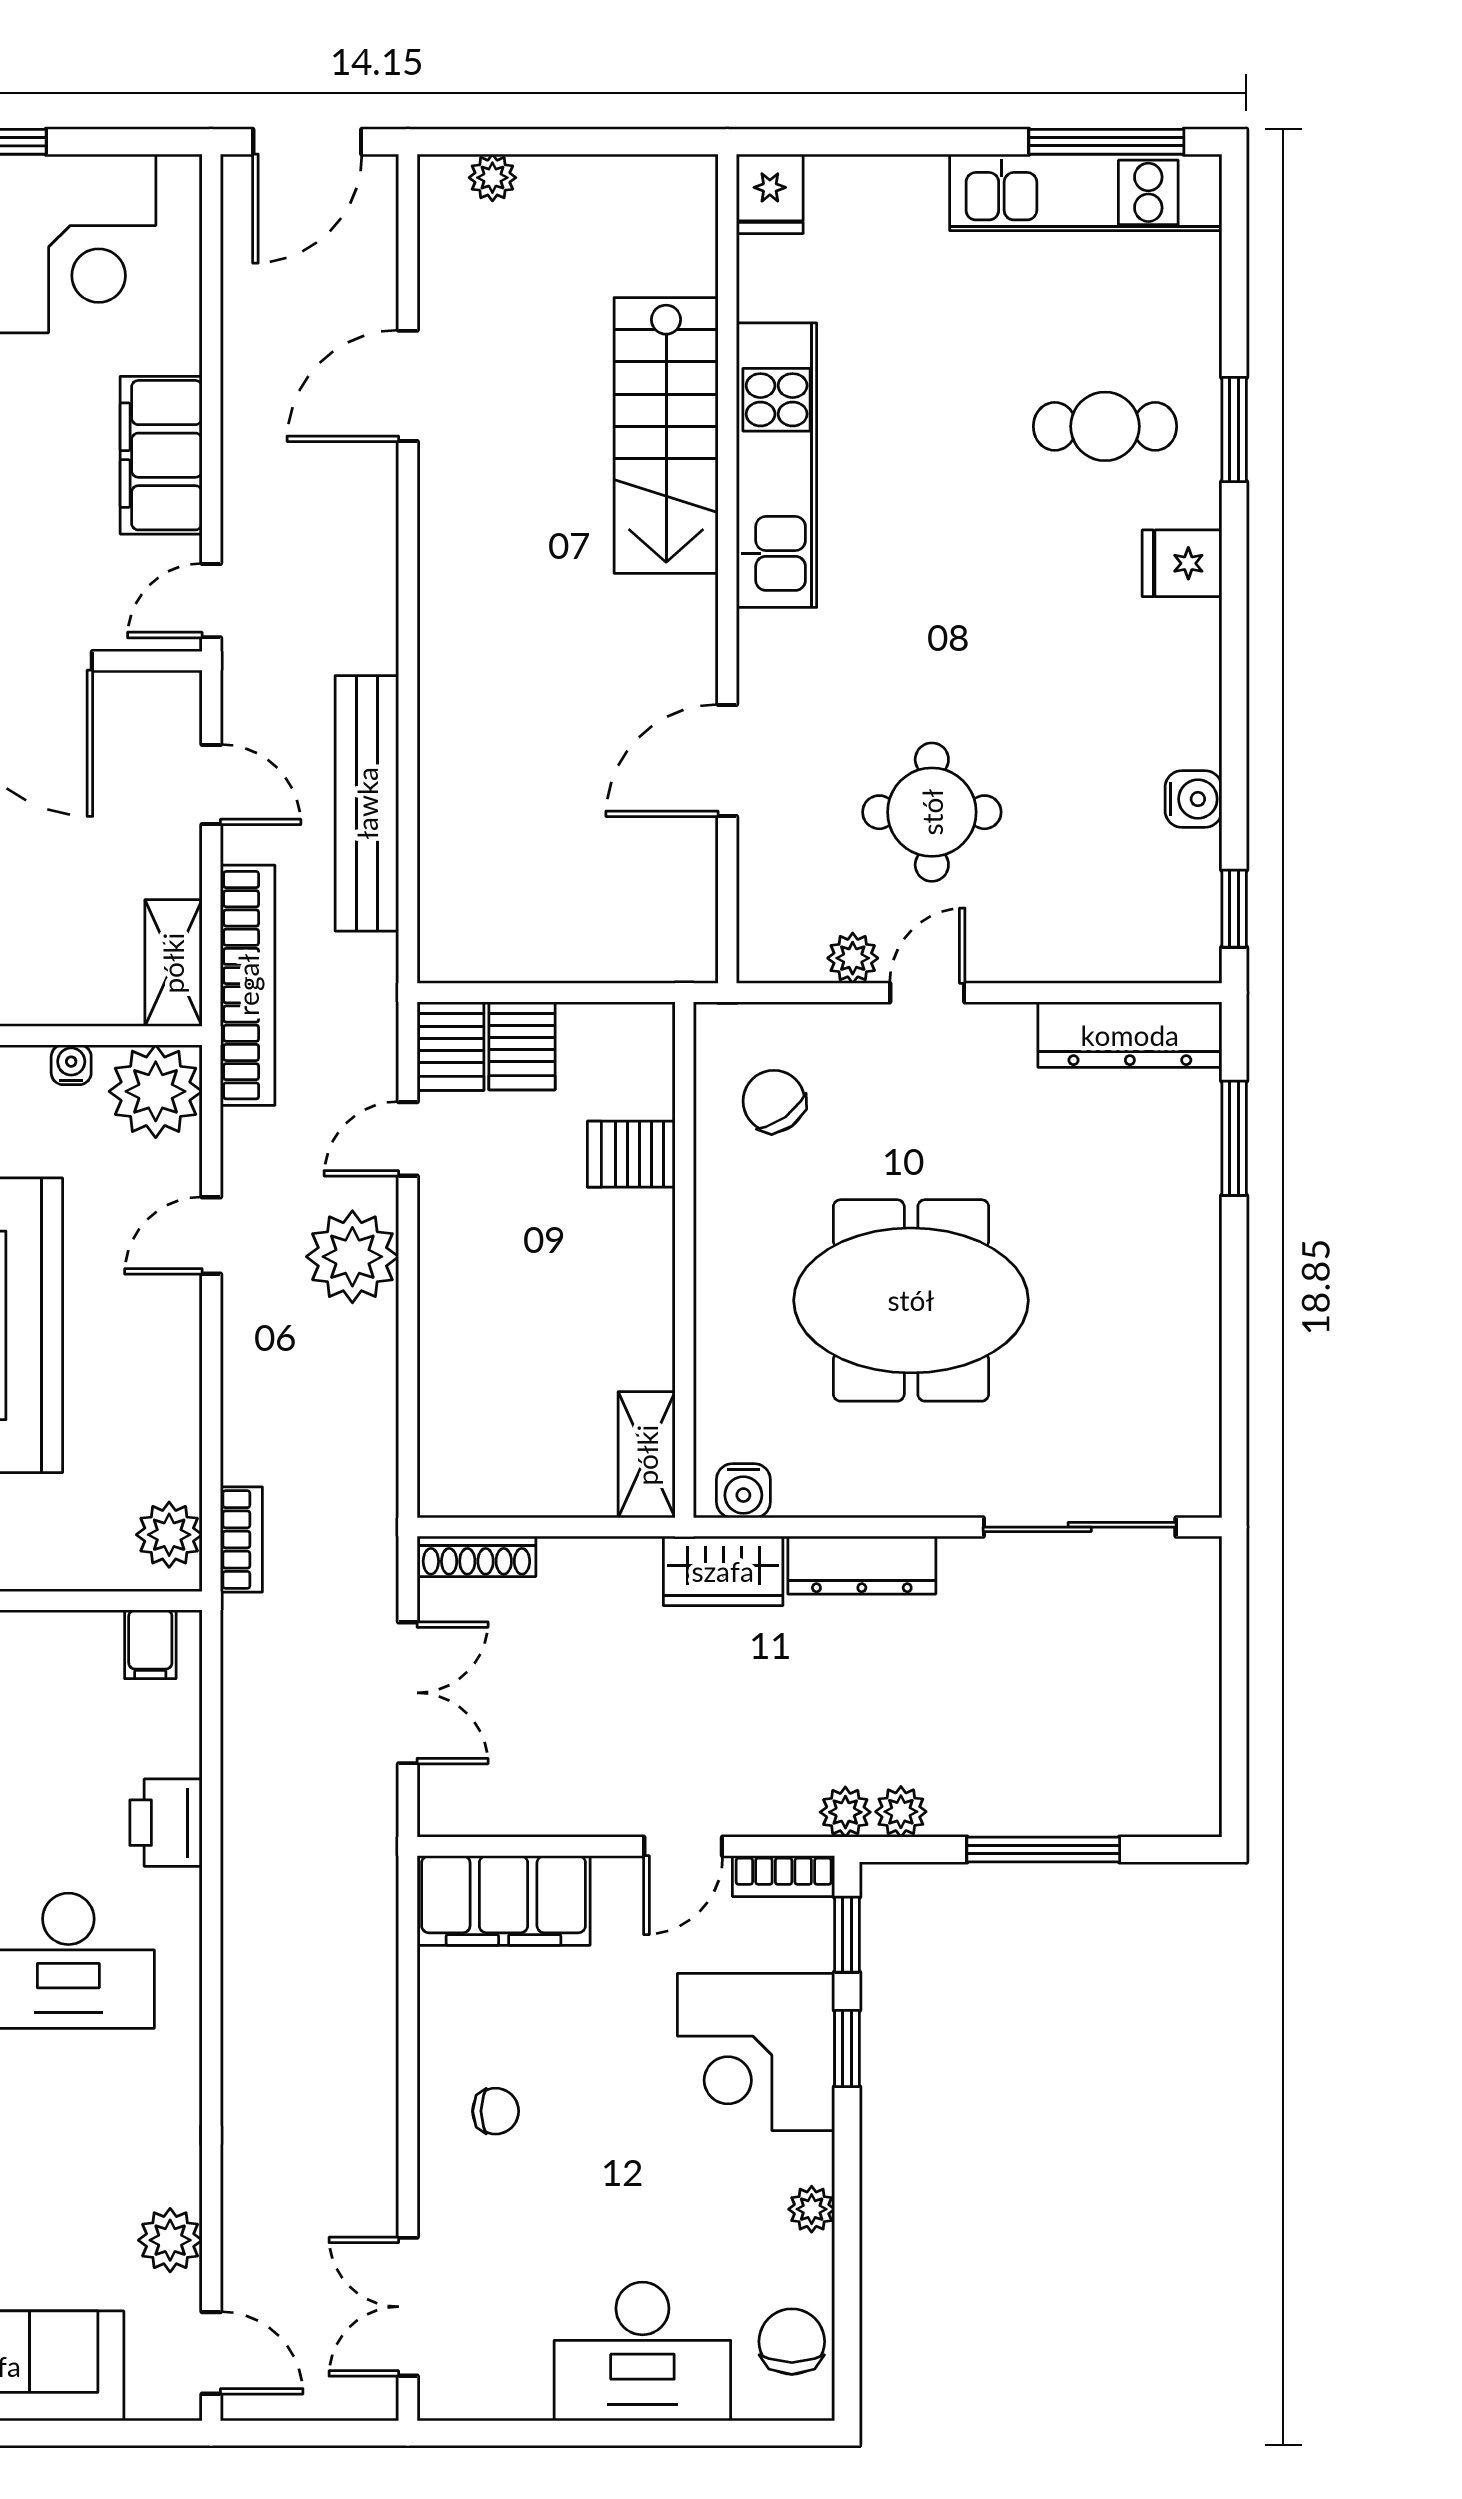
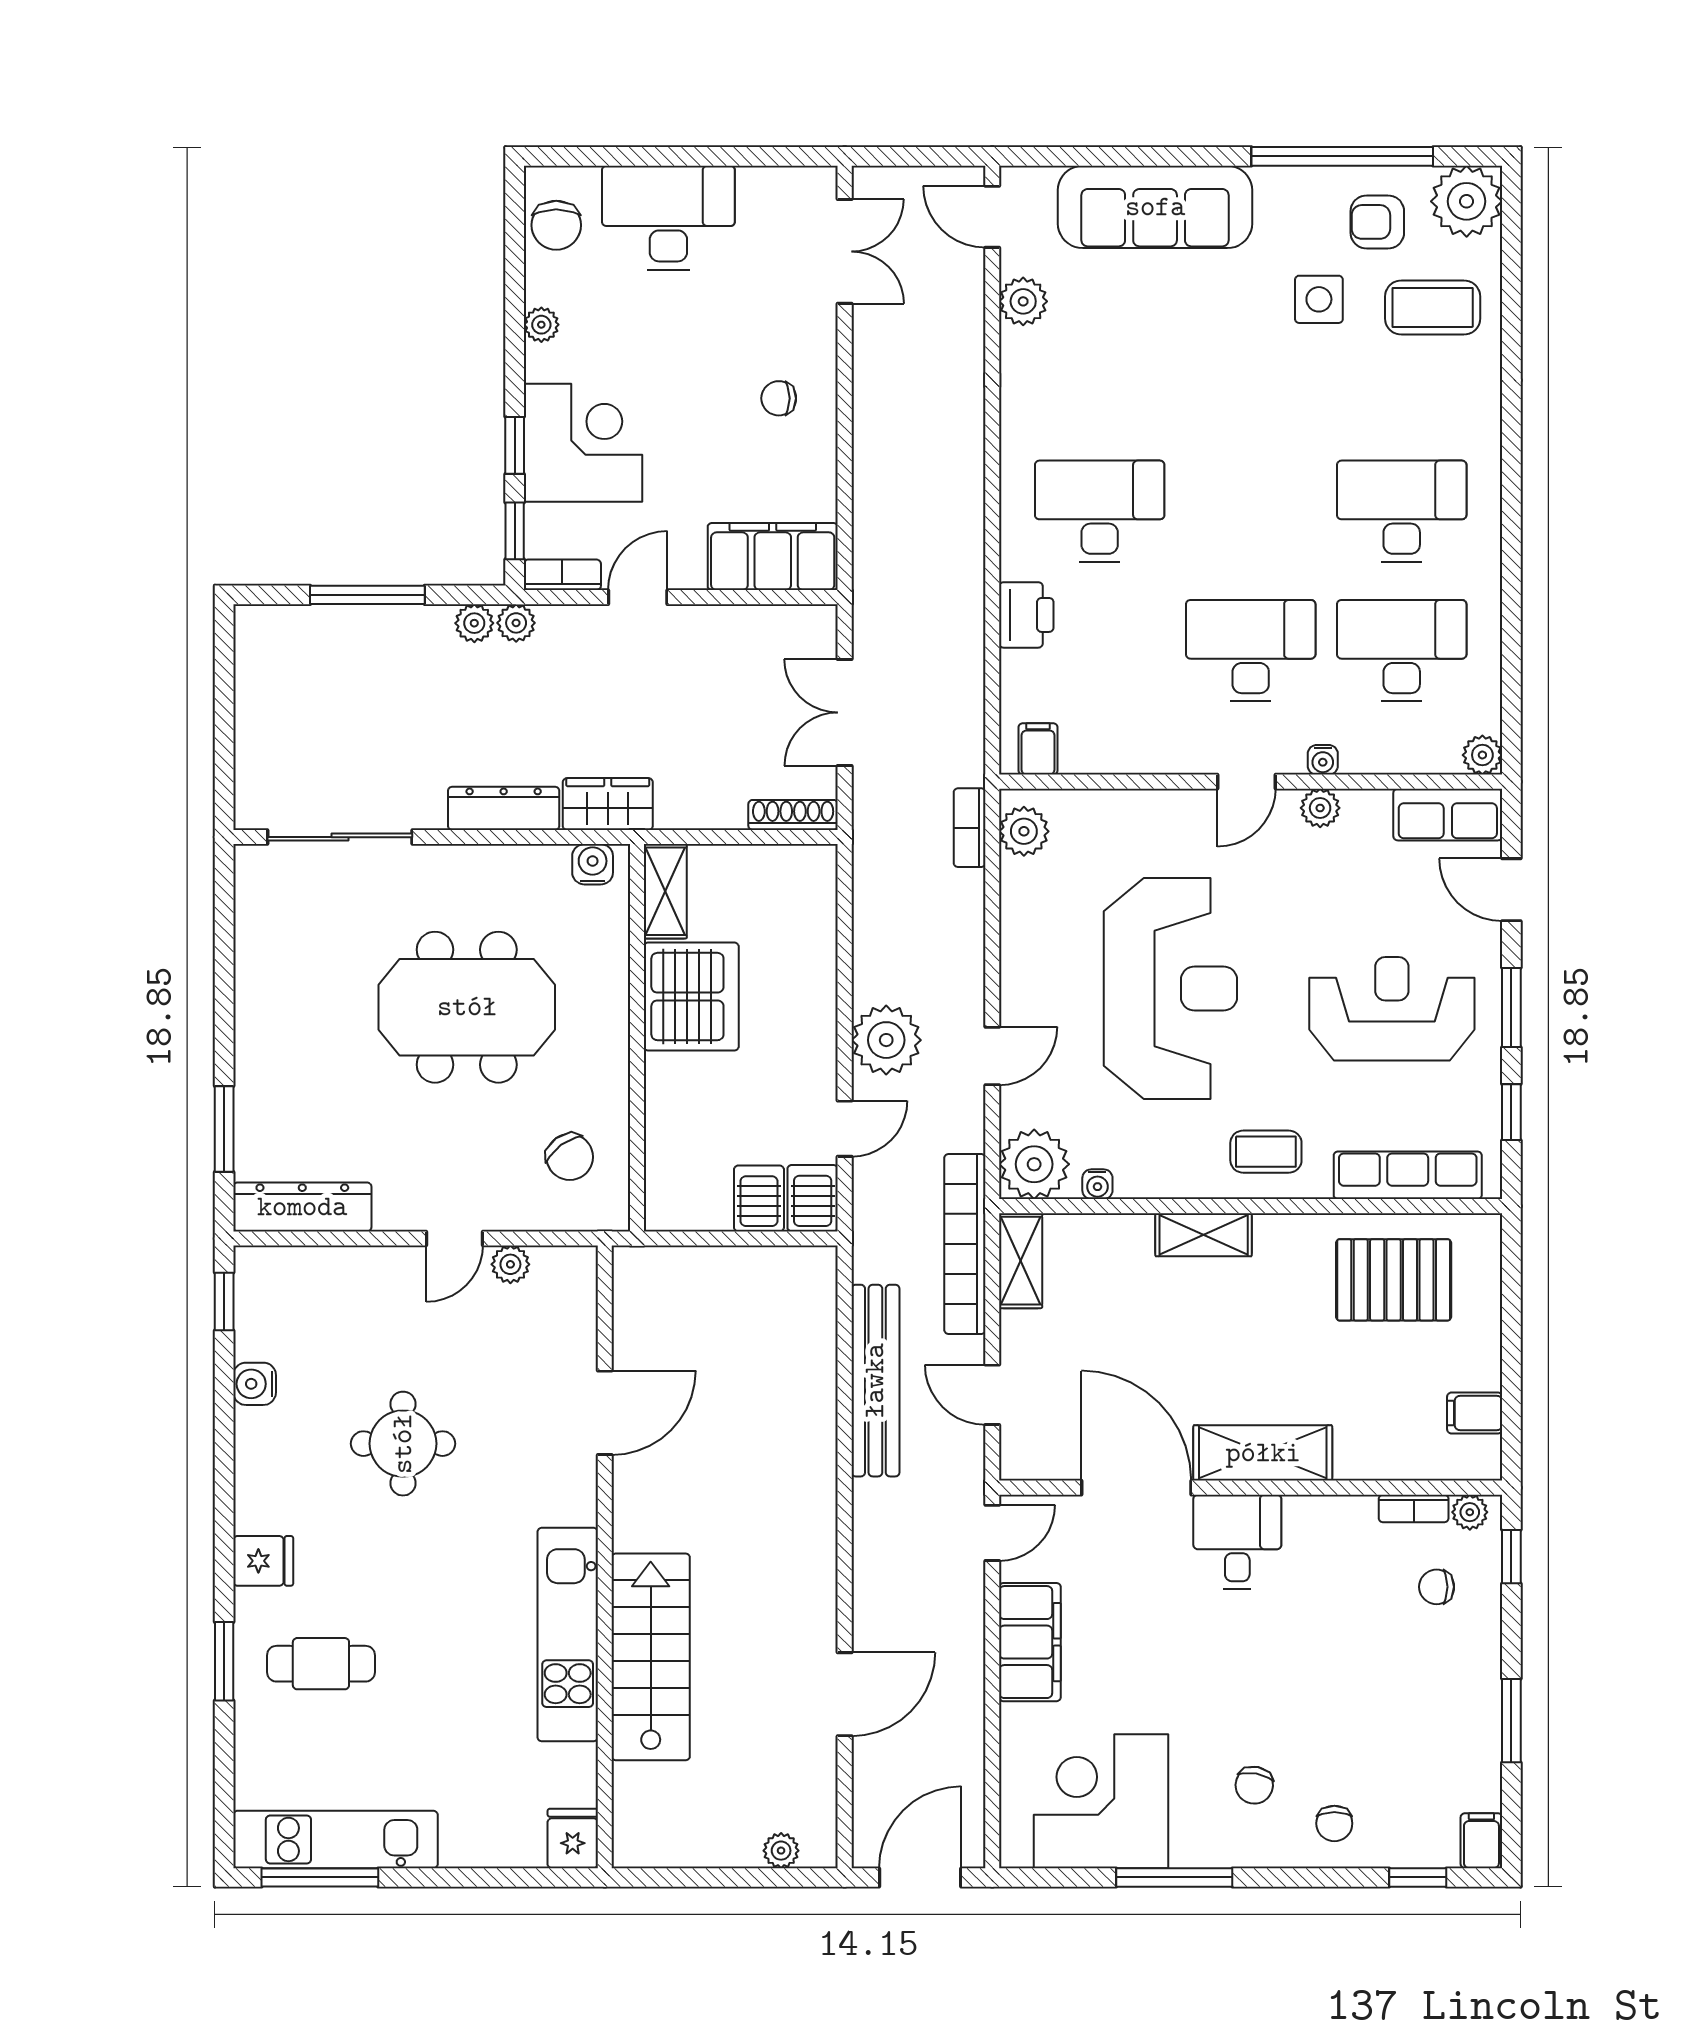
round table: (932, 812) -> (403, 1444), moved
server rack: (631, 1154) -> (691, 997), moved, width x2.18, depth x1.44

